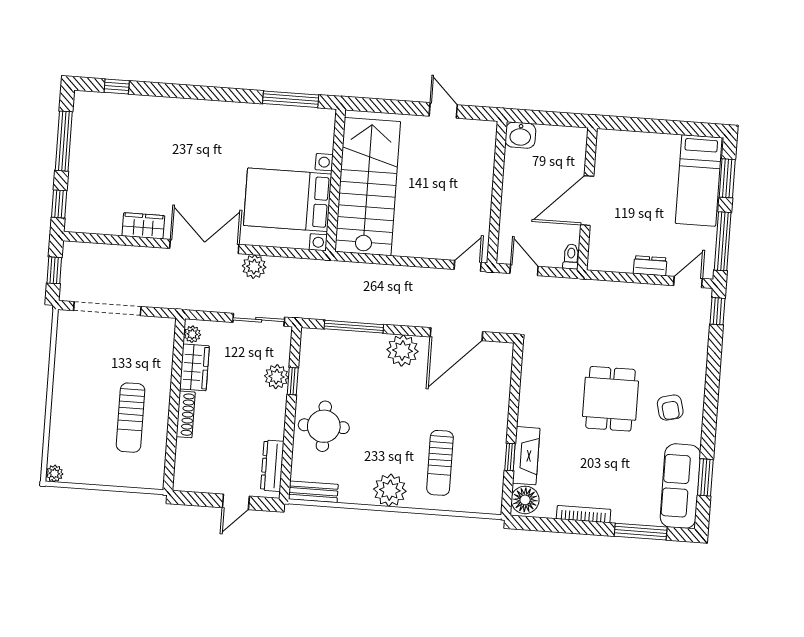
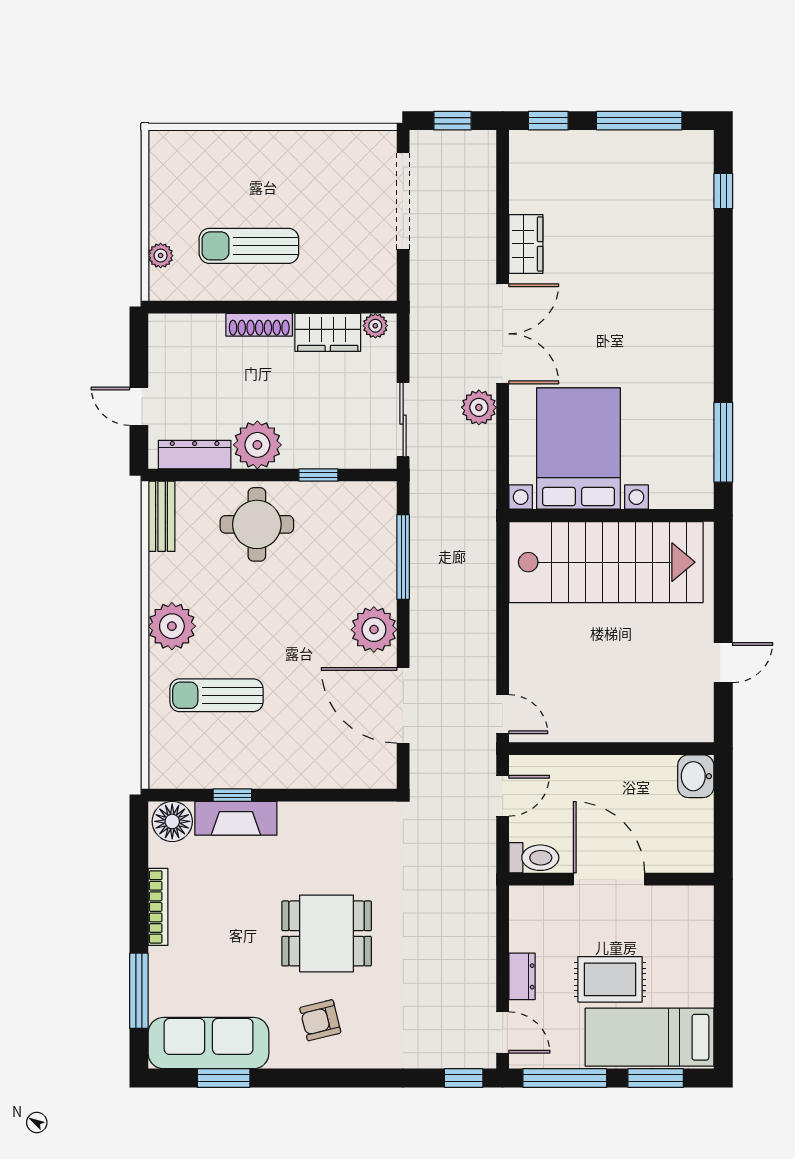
rug: (657, 205) -> (610, 979), added
toilet: (571, 257) -> (534, 858), width x1.37, depth x1.39
plant: (277, 377) -> (257, 445), moved, width x1.36, depth x1.36
plant: (54, 473) -> (161, 256), moved

